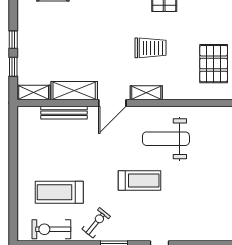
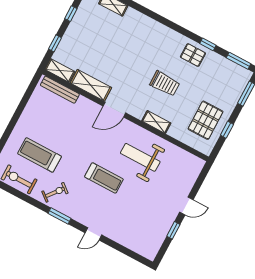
window: (13, 40) -> (71, 14), moved
shelving: (146, 93) -> (156, 122), moved
bench: (64, 113) -> (60, 90), moved

